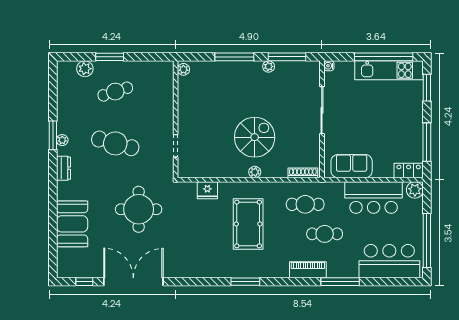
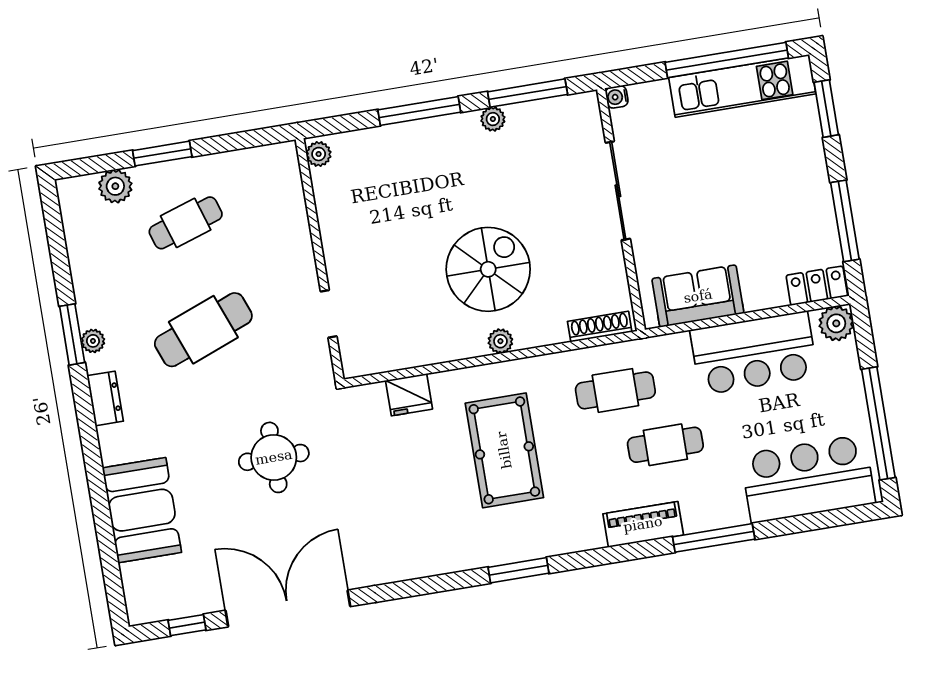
cafe table: (115, 143) -> (203, 330), turned -36
round table: (139, 209) -> (274, 457), width x0.73, depth x0.73

